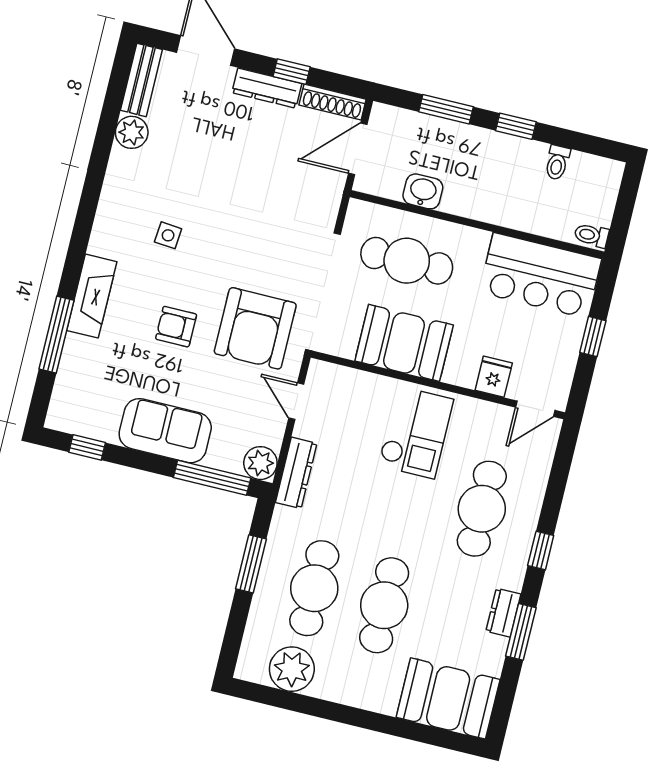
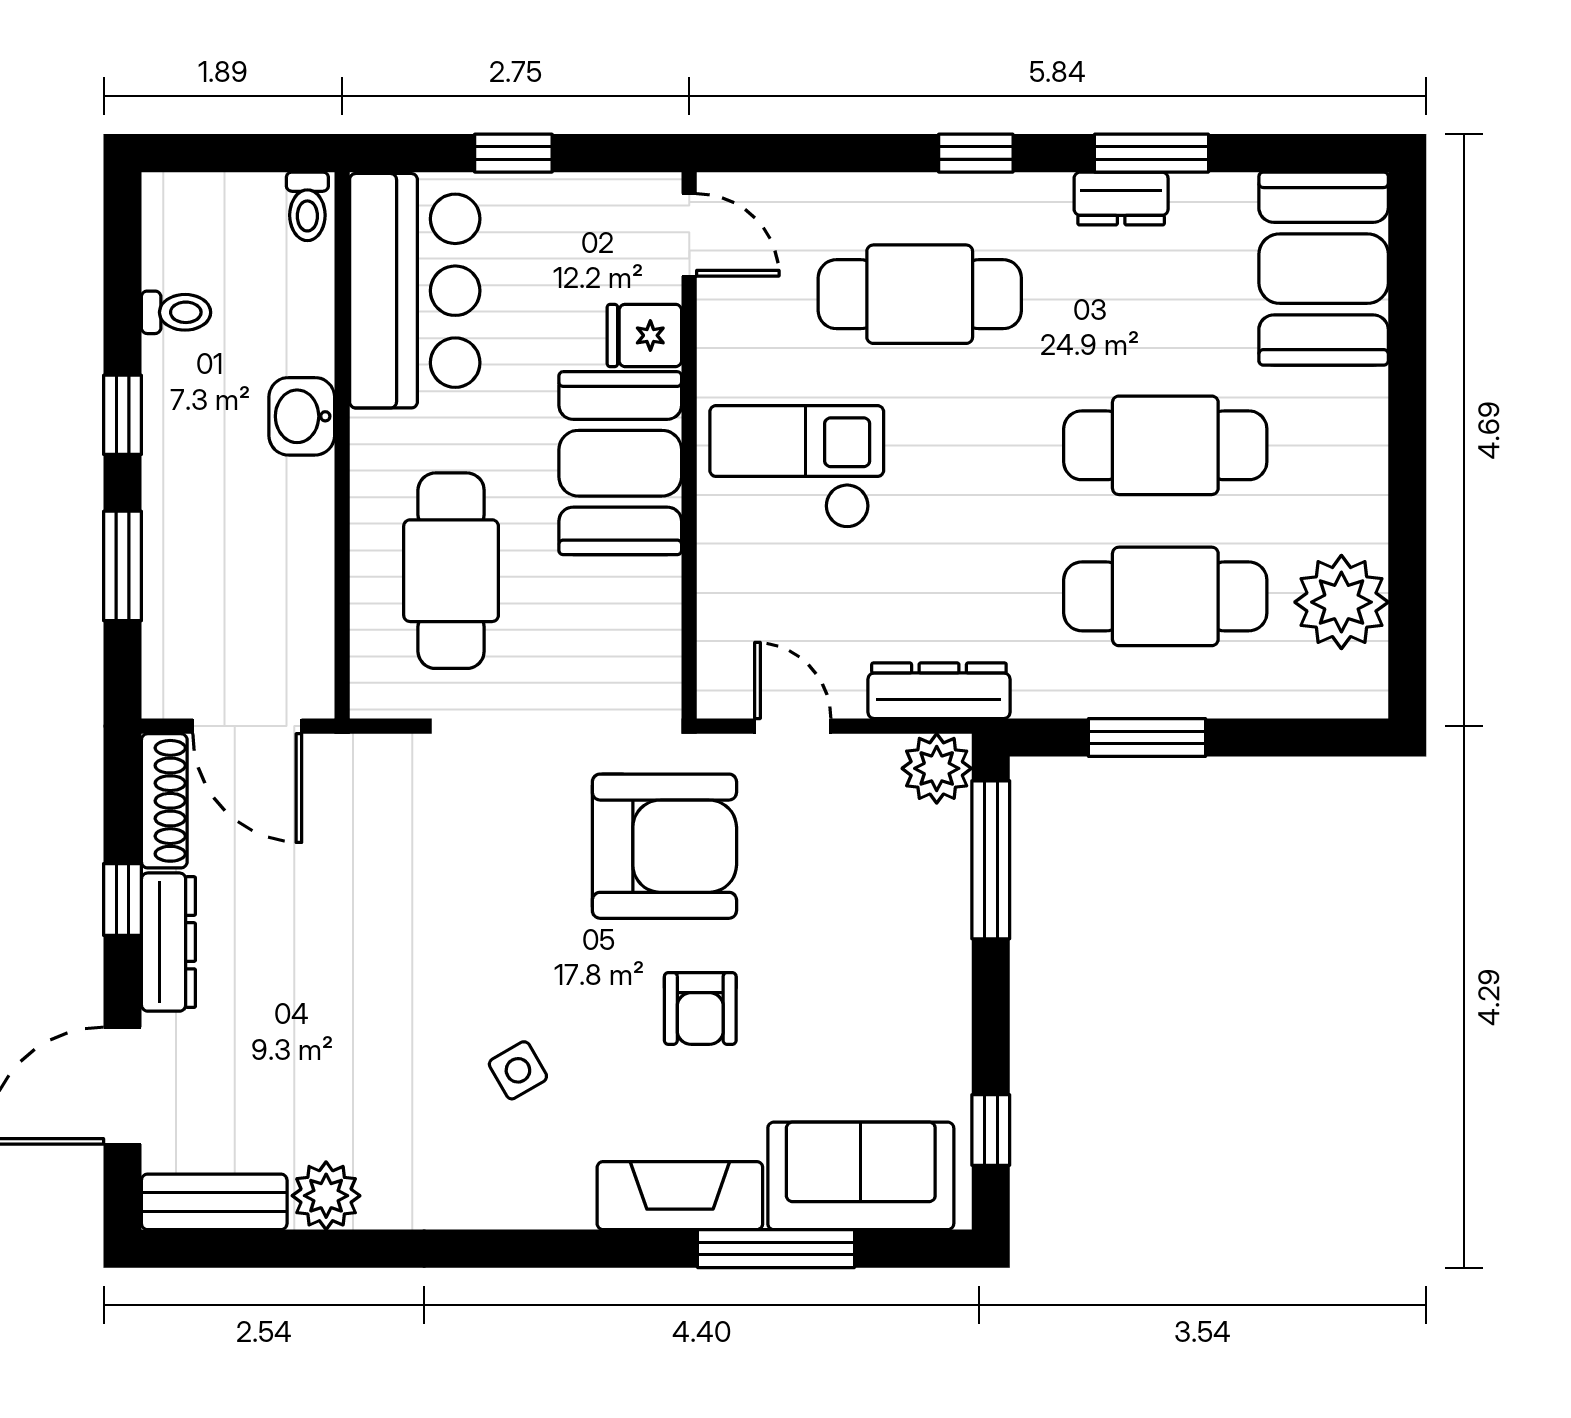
washbasin: (423, 191) -> (302, 416), moved
side table: (168, 235) -> (518, 1070), turned -35
booth: (404, 343) -> (620, 463), moved
door: (296, 401) -> (793, 726), swing flipped
sofa: (165, 431) -> (861, 1176), moved, turned 90

